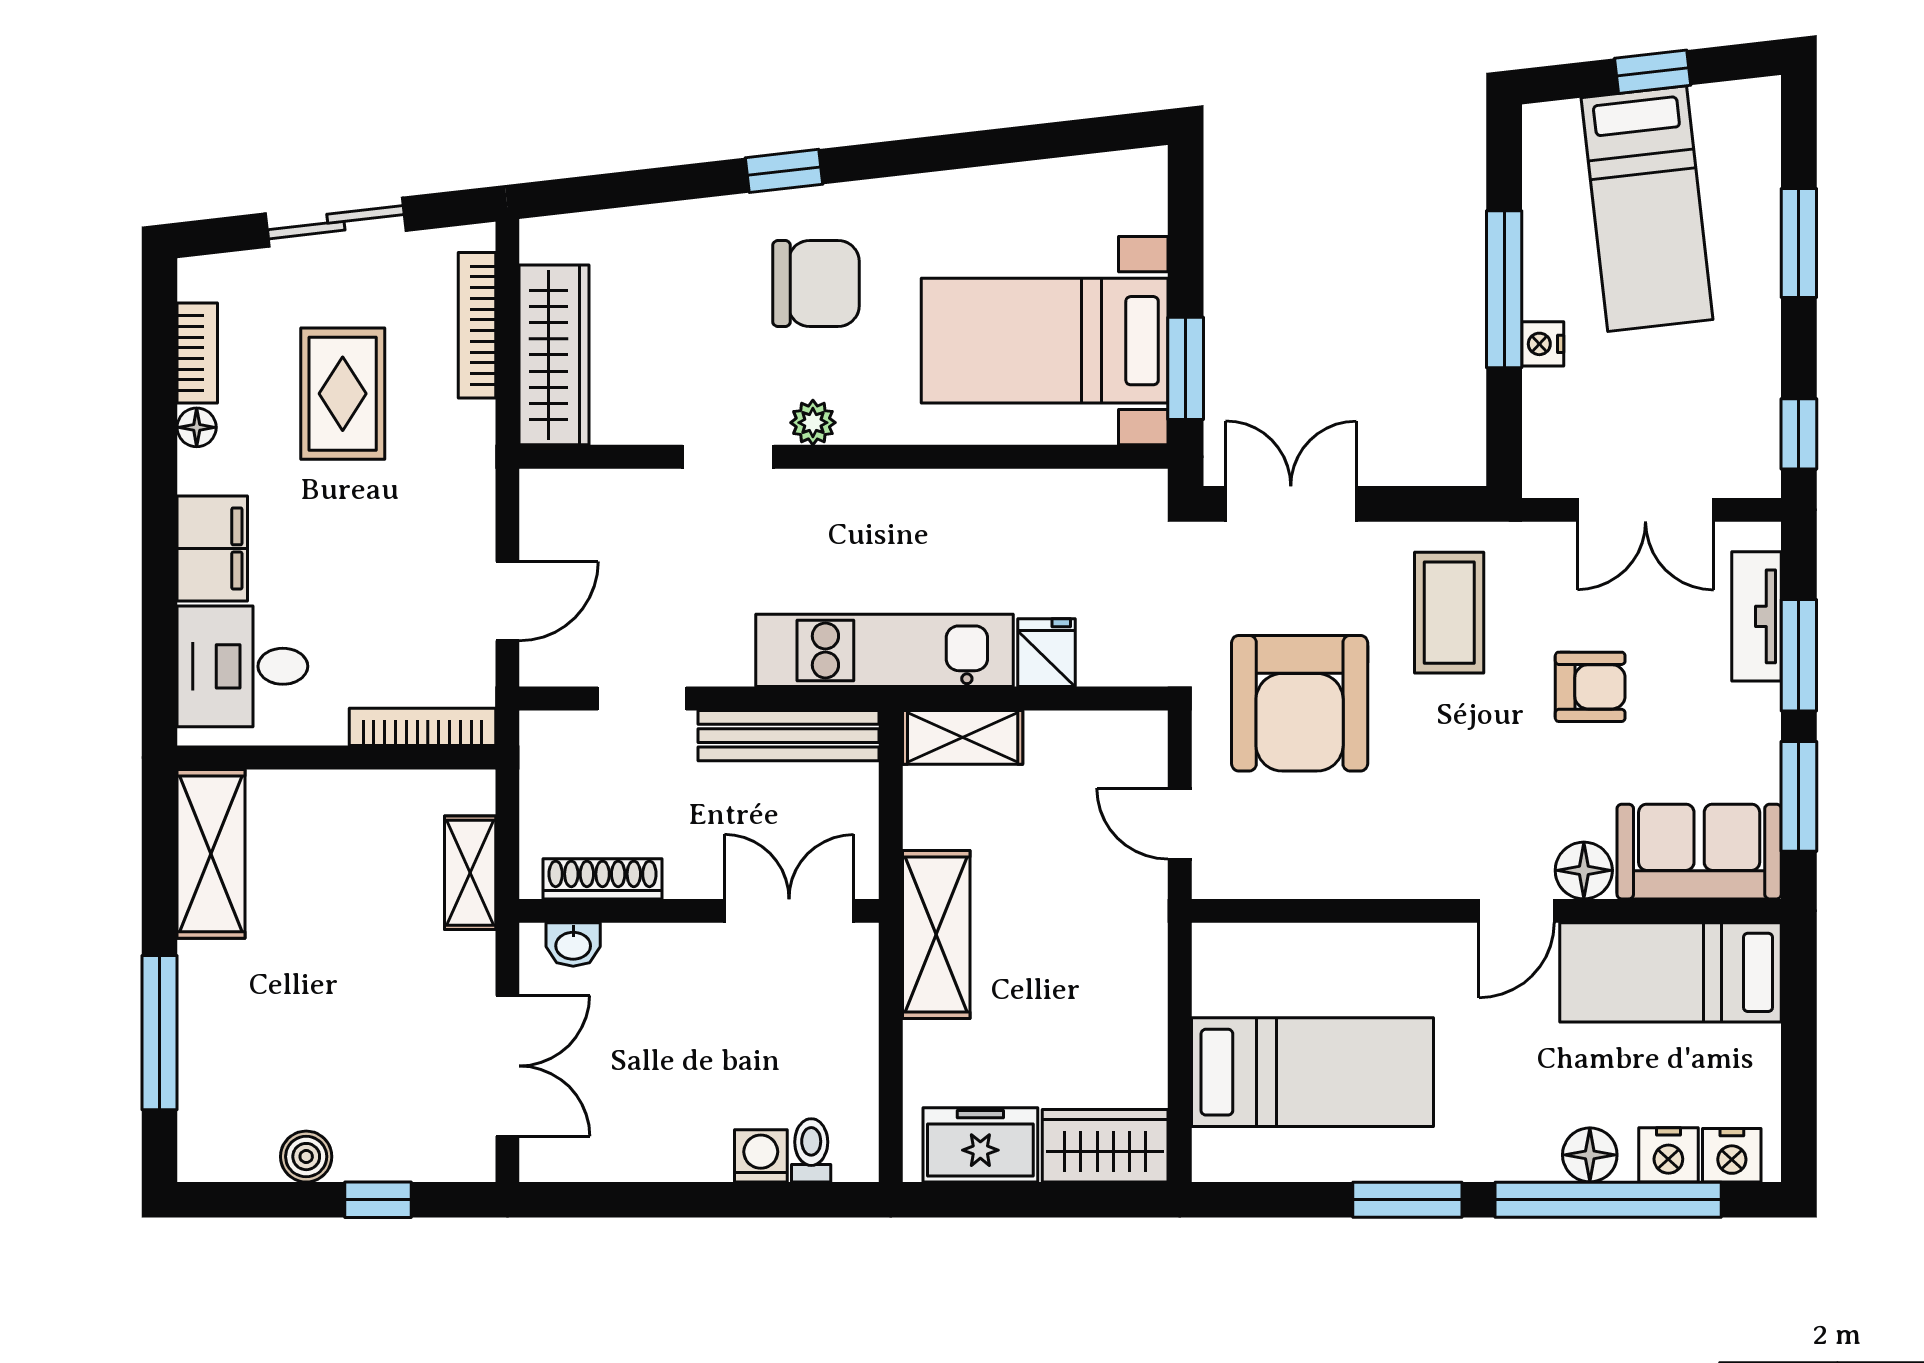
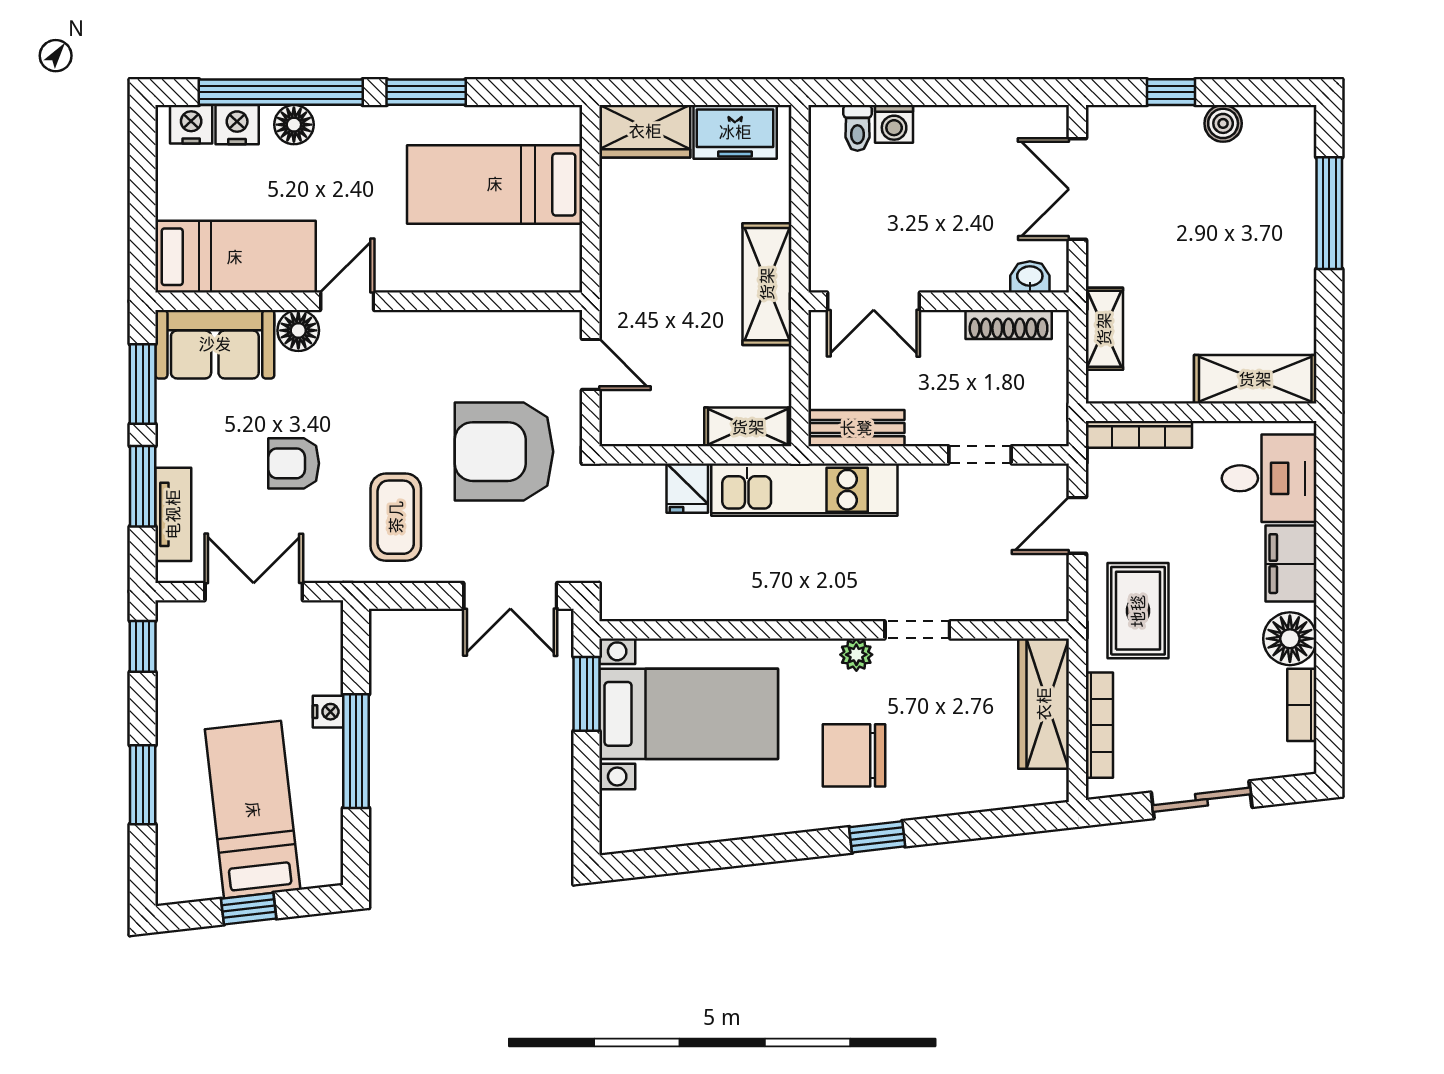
rug: (343, 394) -> (1138, 611), moved
floor lamp: (197, 427) -> (1290, 639), width x1.89, depth x1.89
armchair: (1300, 703) -> (504, 452), turned -90
bench: (789, 736) -> (856, 428), width x0.73
shelving: (211, 854) -> (1255, 379), moved, turned 90

